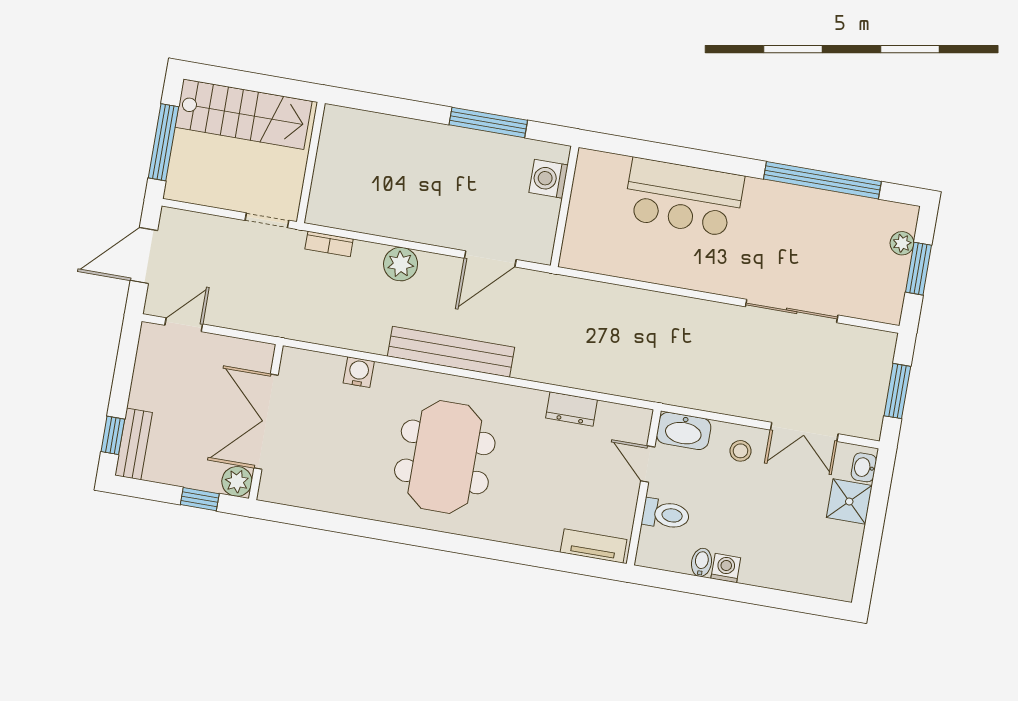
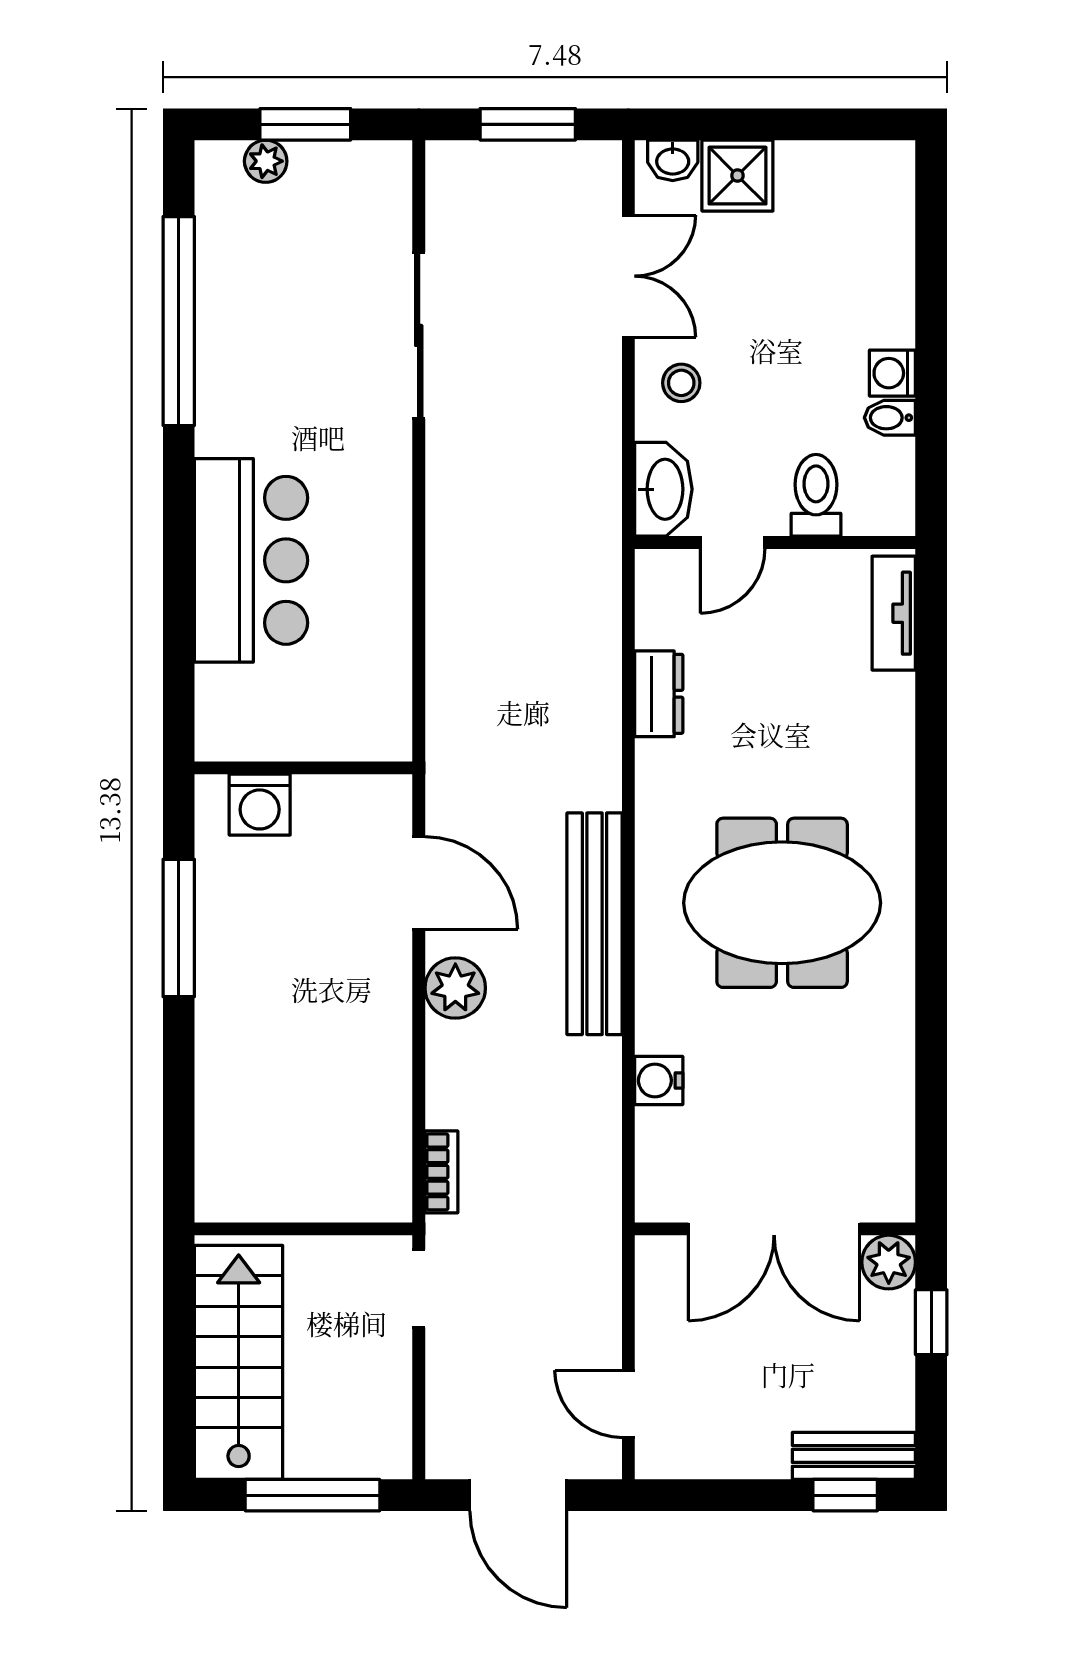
plant: (401, 264) -> (455, 988), moved

